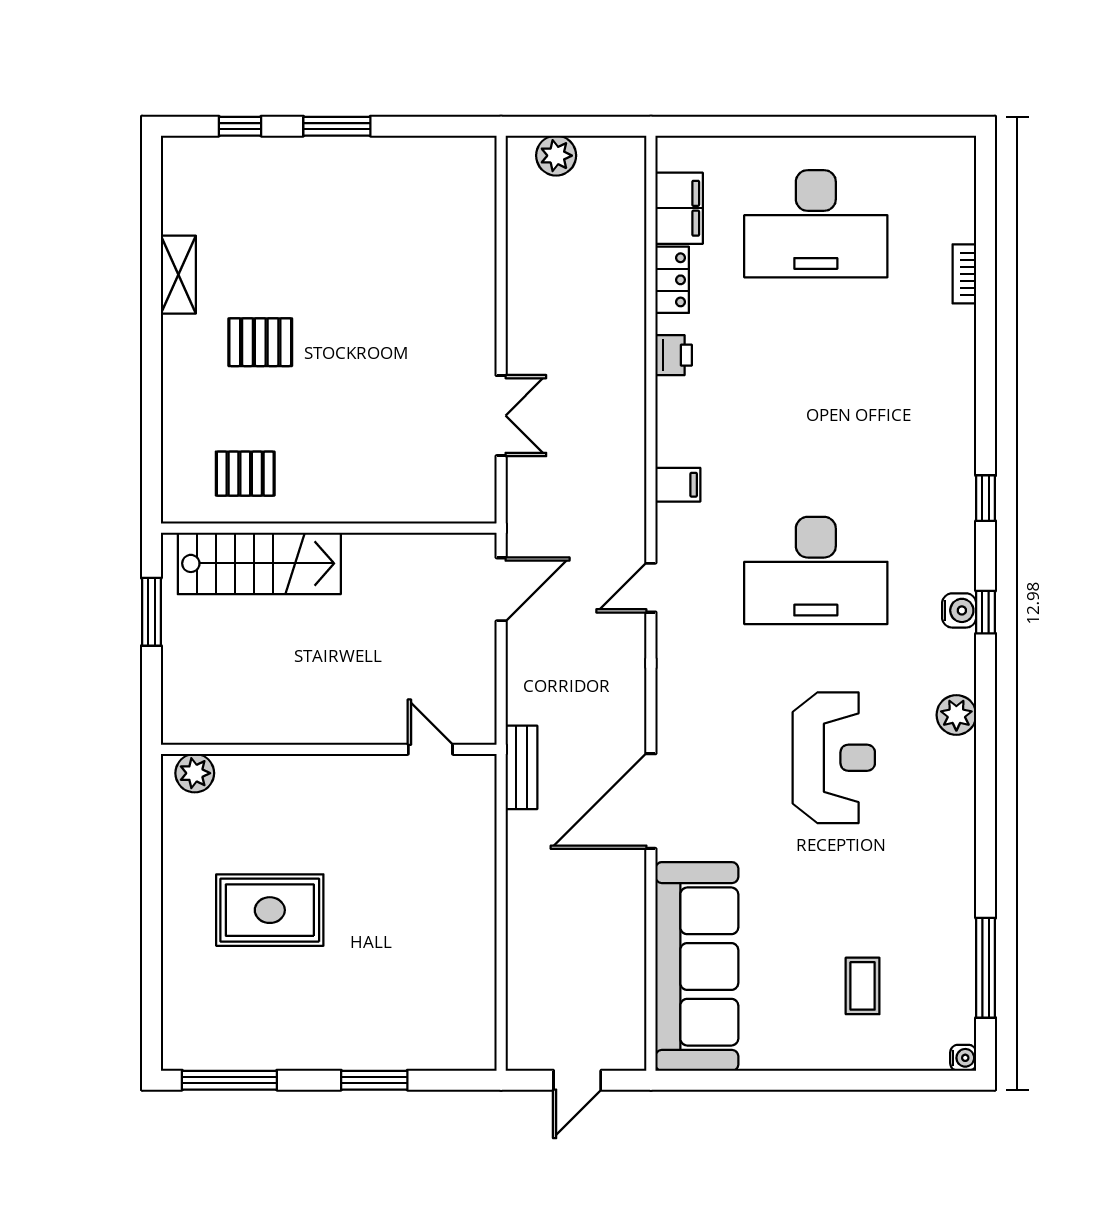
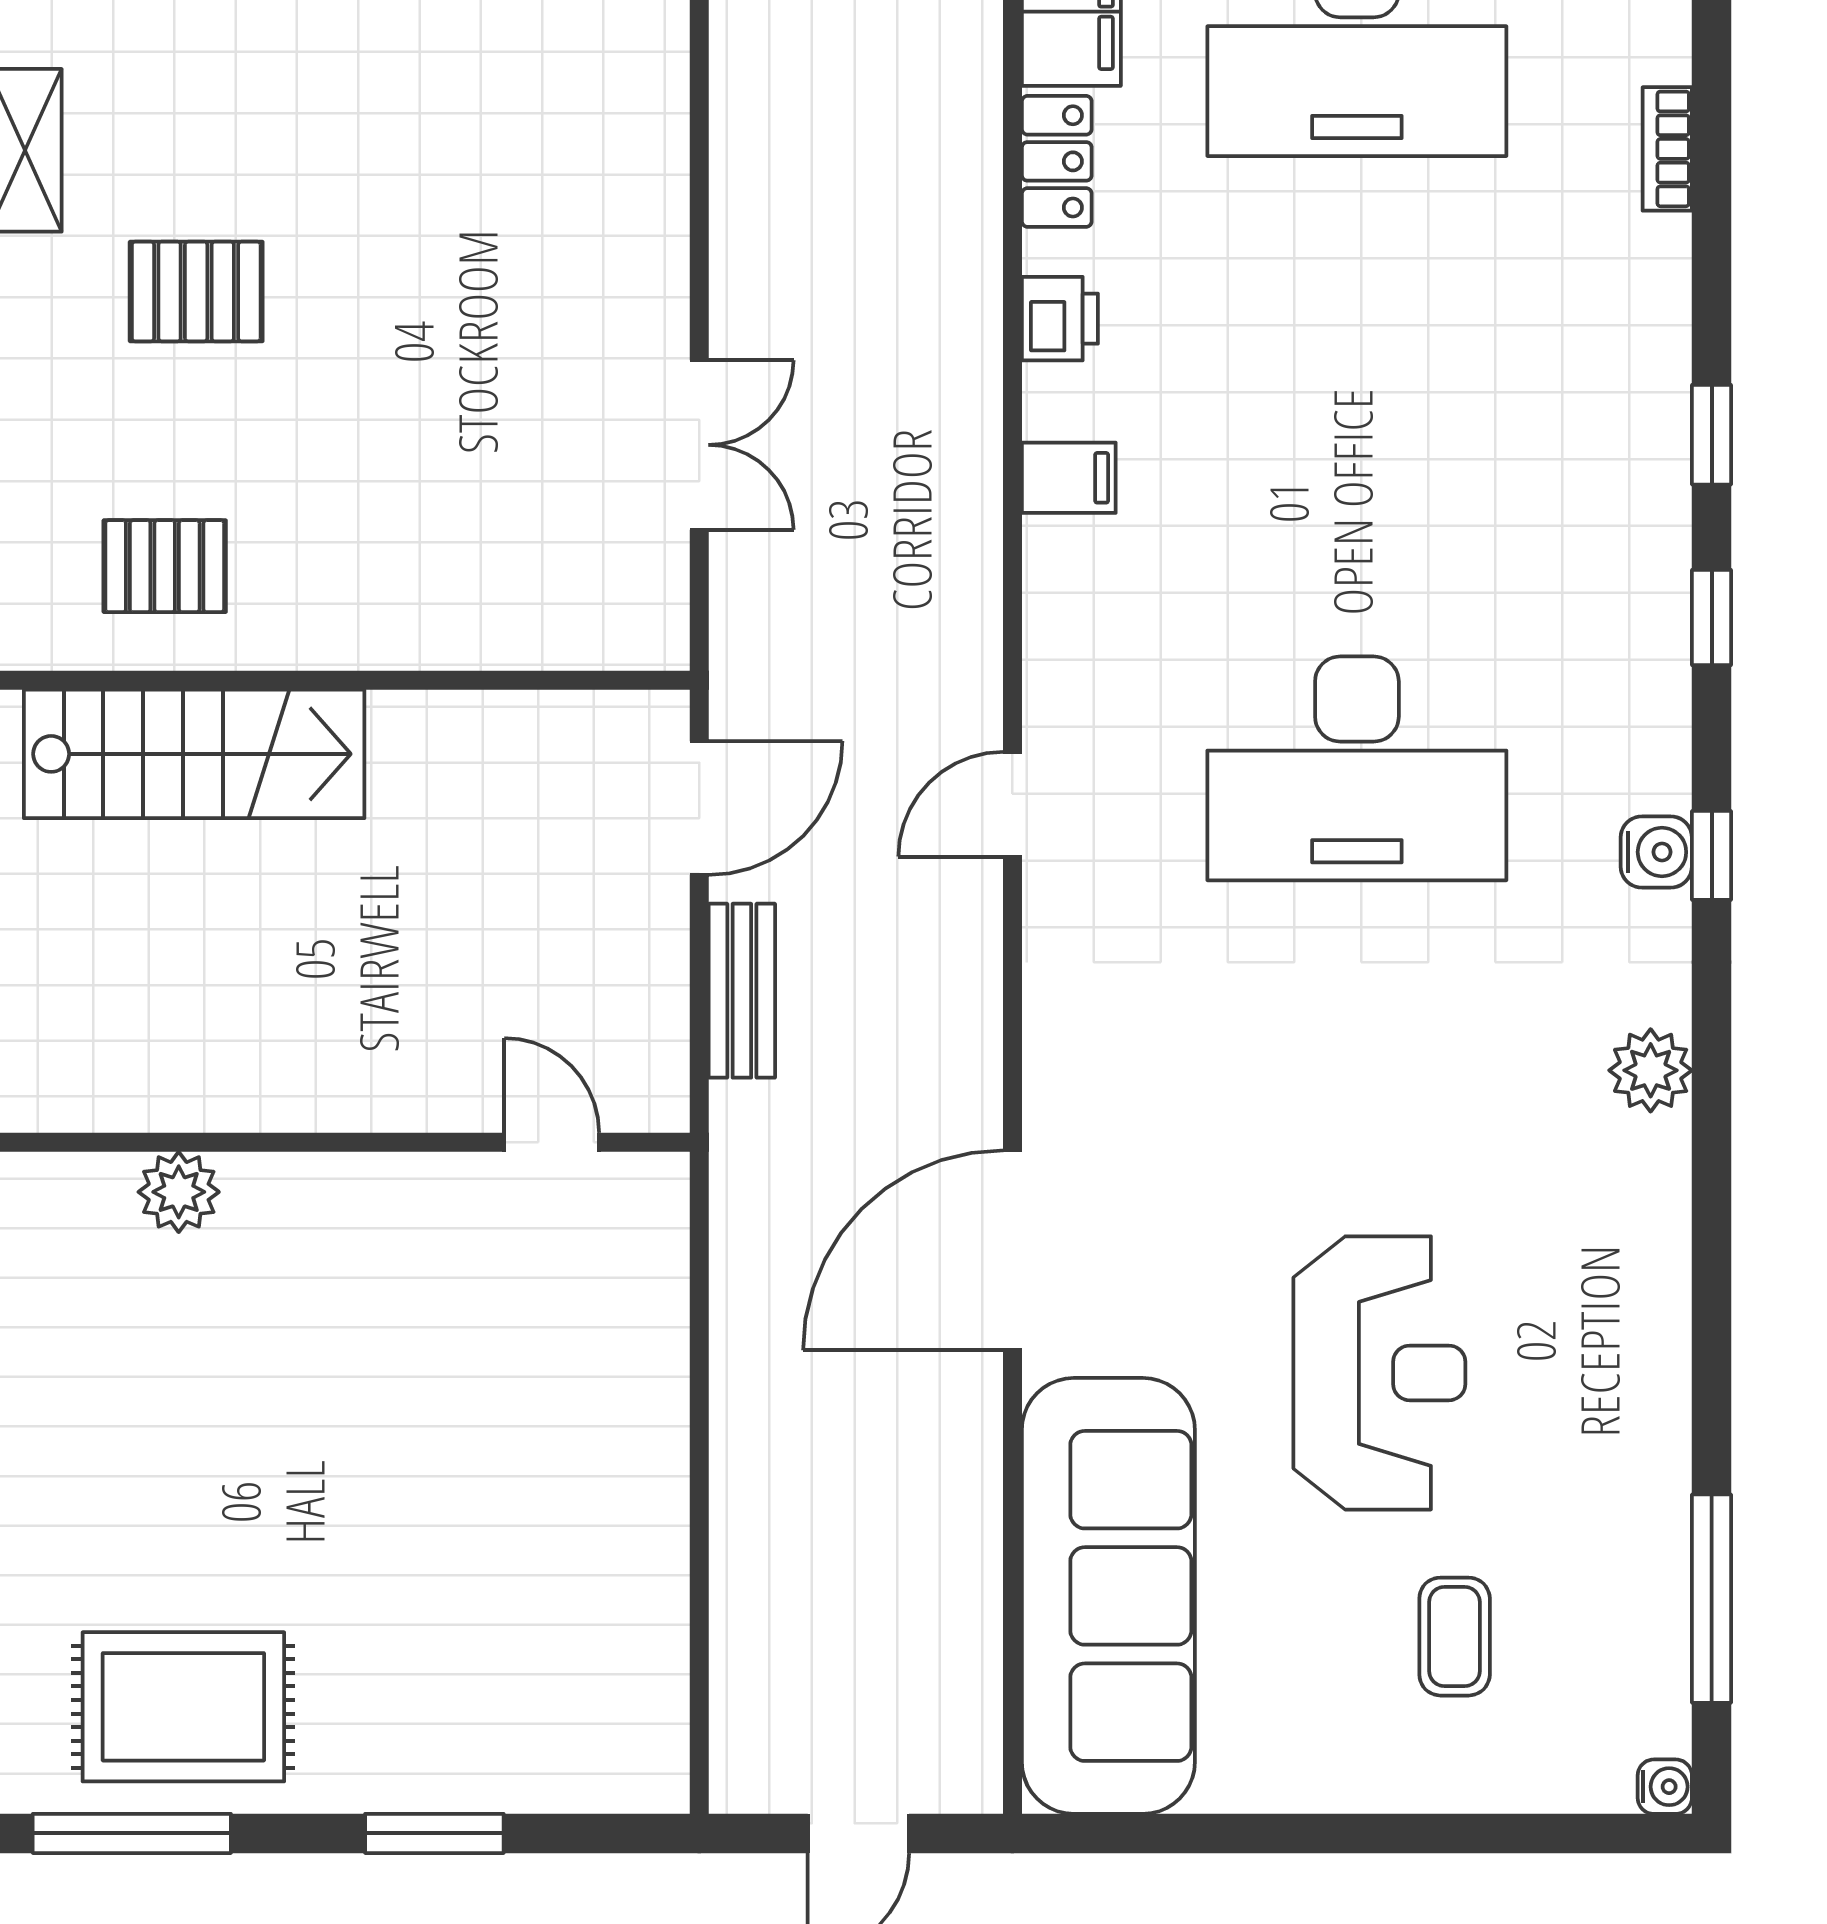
window: (986, 411) -> (1712, 435), added
filing cabinet: (678, 485) -> (1069, 478), moved
reception desk: (834, 758) -> (1379, 1373), moved
bench: (521, 767) -> (742, 991), moved
plant: (195, 773) -> (179, 1192), moved
rug: (270, 910) -> (183, 1707), moved

